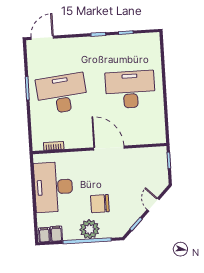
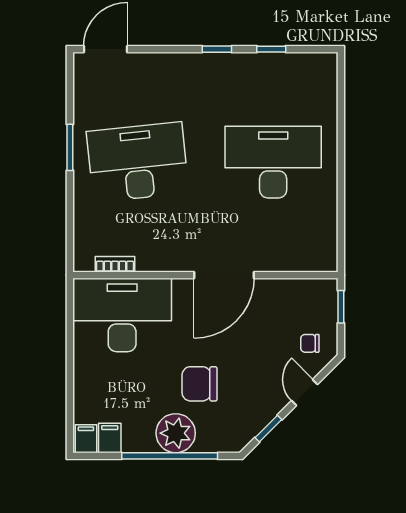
door: (109, 148) -> (224, 275), swing flipped
chair: (154, 180) -> (310, 343), added
desk: (53, 187) -> (122, 315), moved, turned 90

